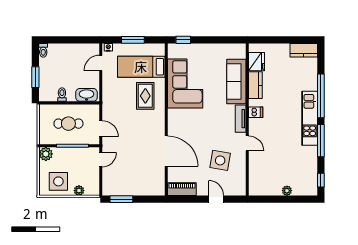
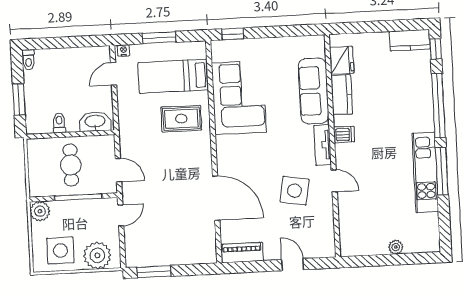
rug: (145, 96) -> (181, 119), turned 90
kitchen unit: (310, 118) -> (425, 172), moved
cafe table: (68, 124) -> (71, 165), turned 90
side table: (220, 160) -> (294, 191), moved
window: (321, 180) -> (436, 49), moved
plant: (79, 191) -> (97, 255), width x1.88, depth x1.88

